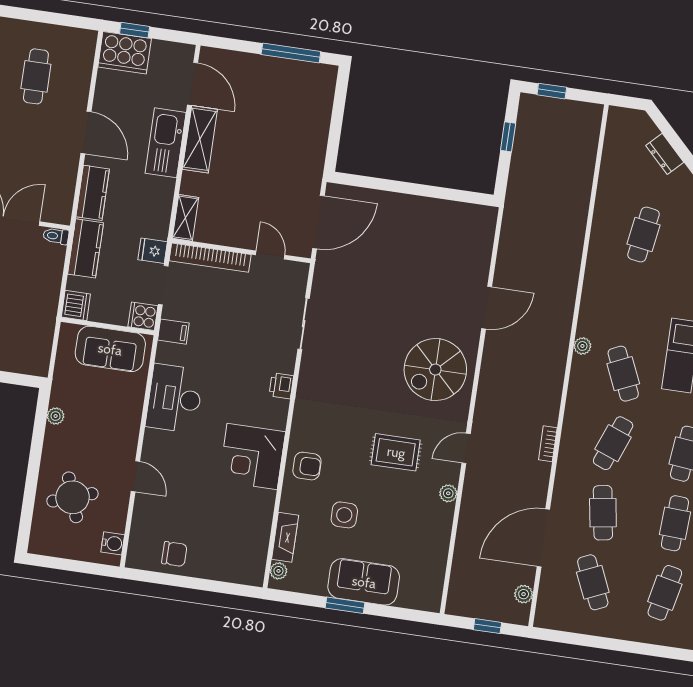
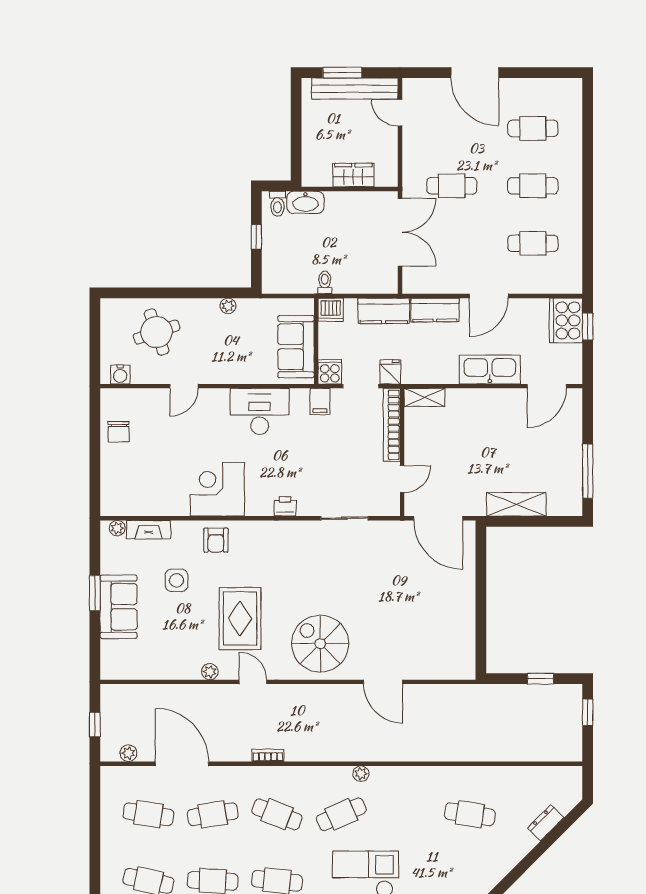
shelving: (200, 139) -> (516, 504), moved
toilet: (56, 236) -> (325, 282), moved
rug: (396, 452) -> (240, 619), width x1.36, depth x1.43
cafe table: (593, 582) -> (148, 814), turned 33

